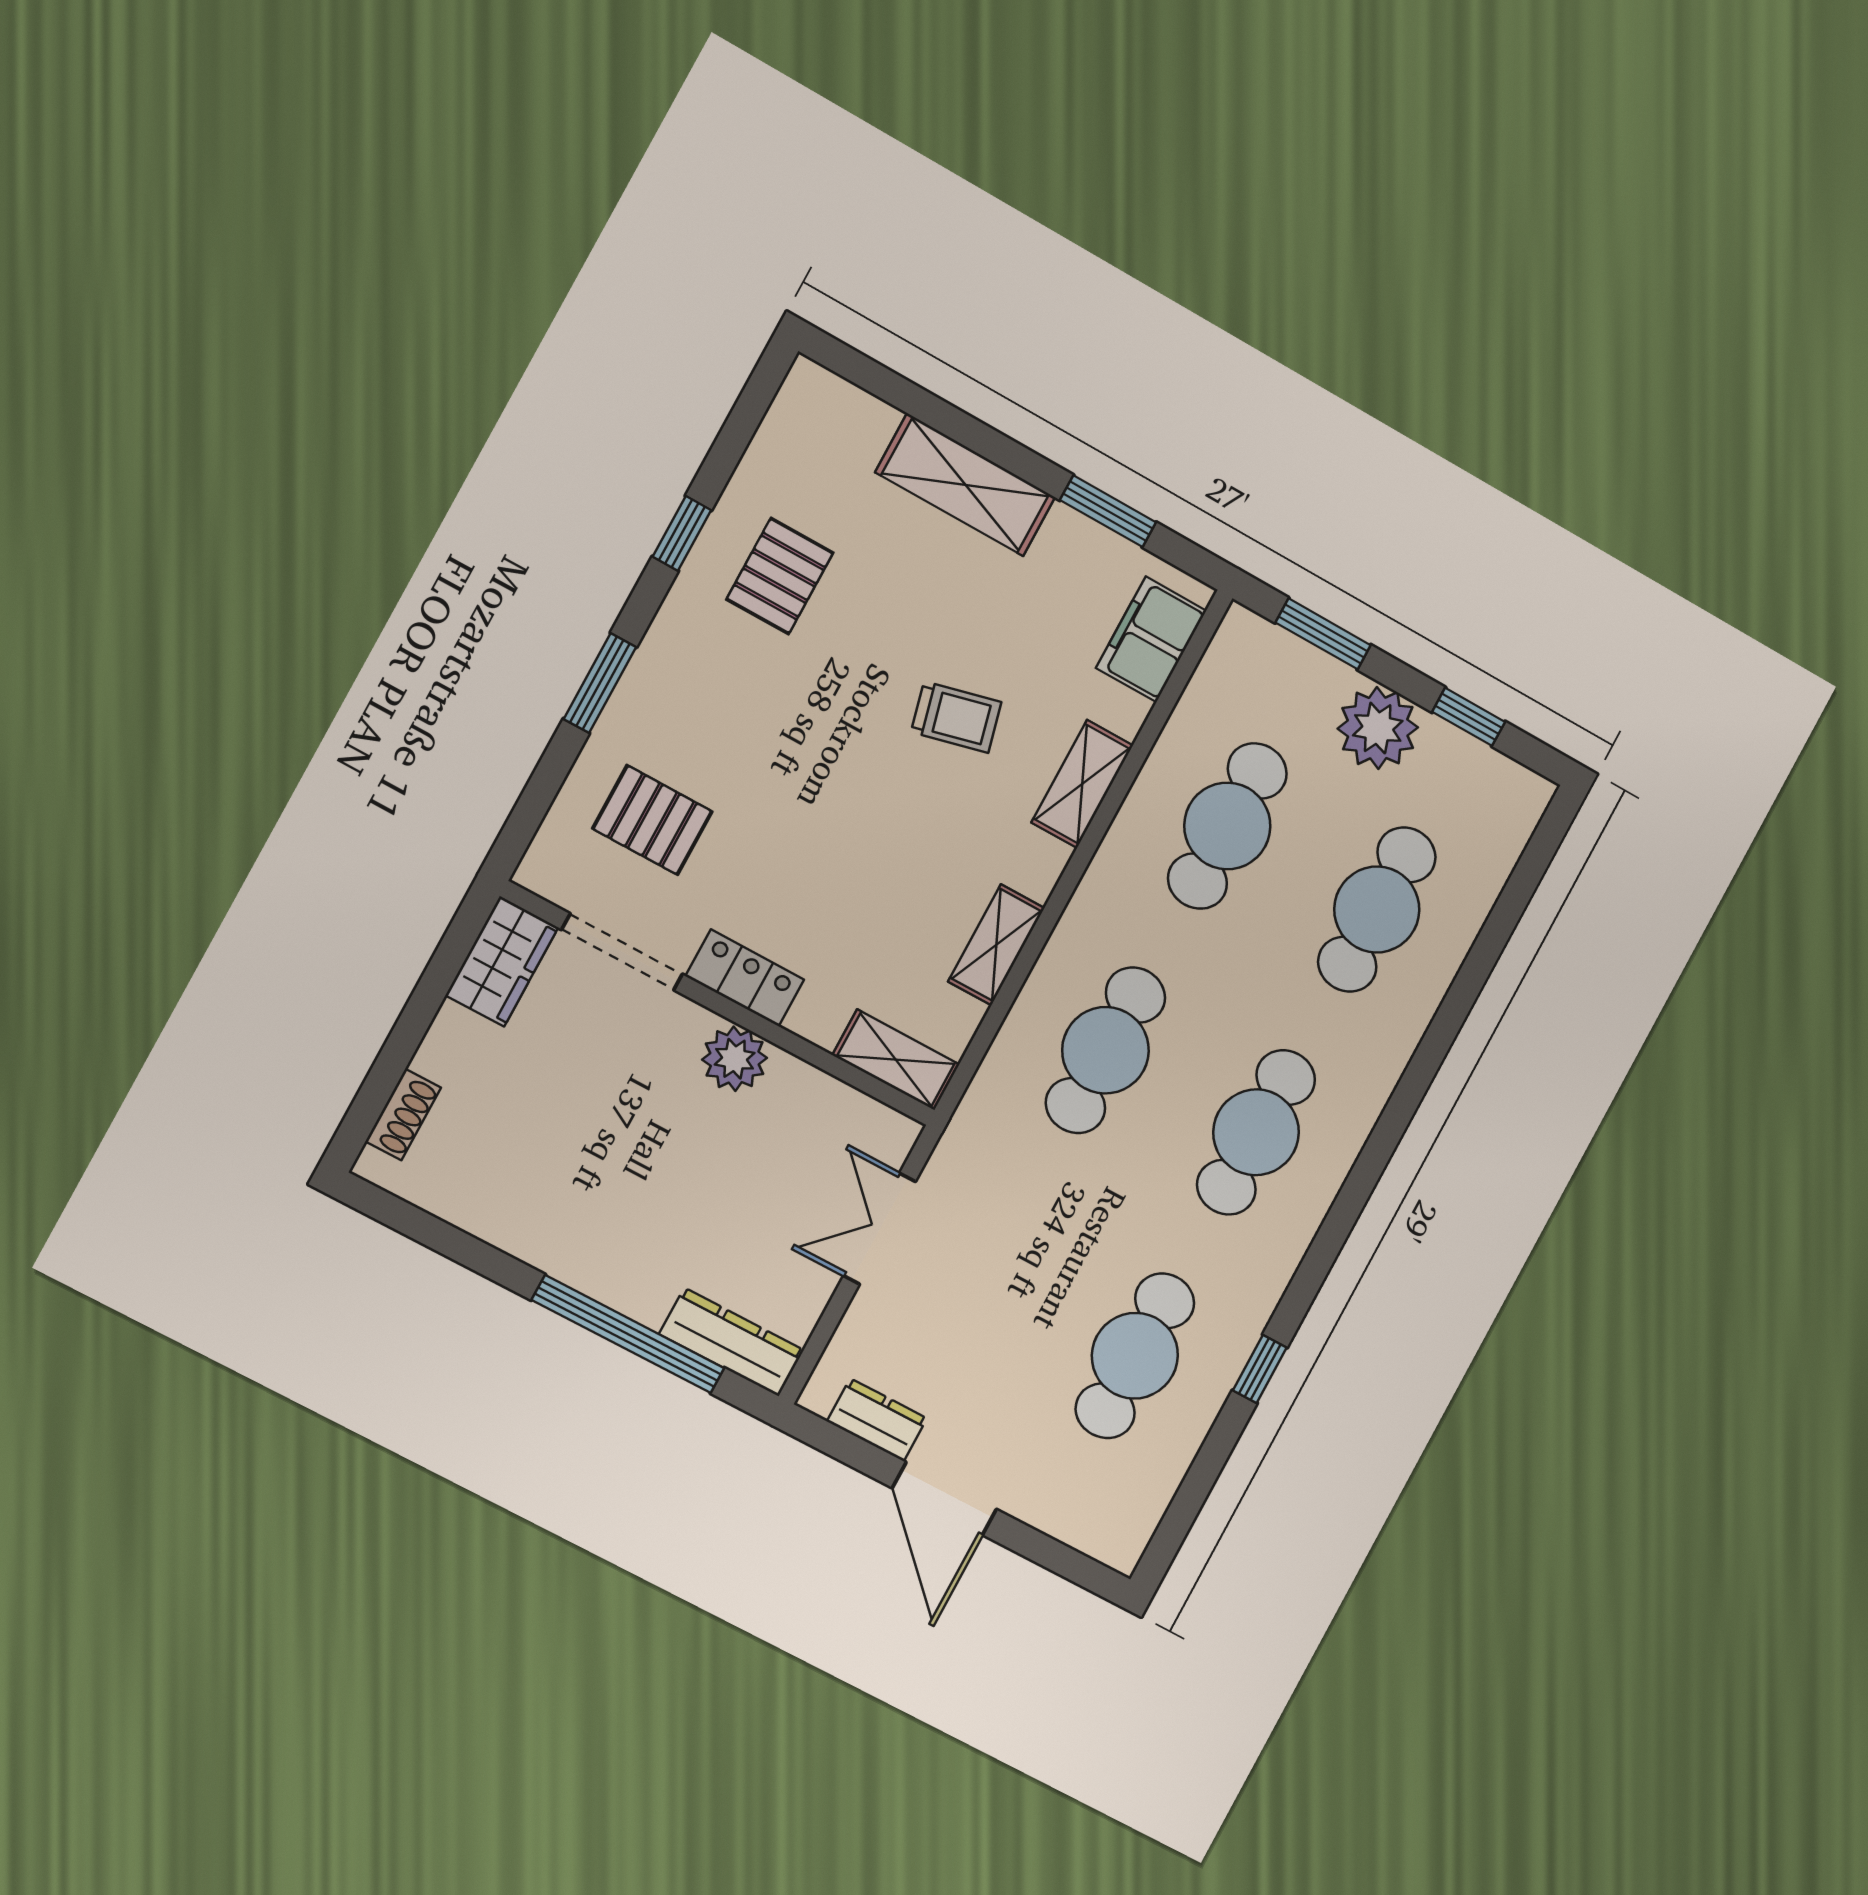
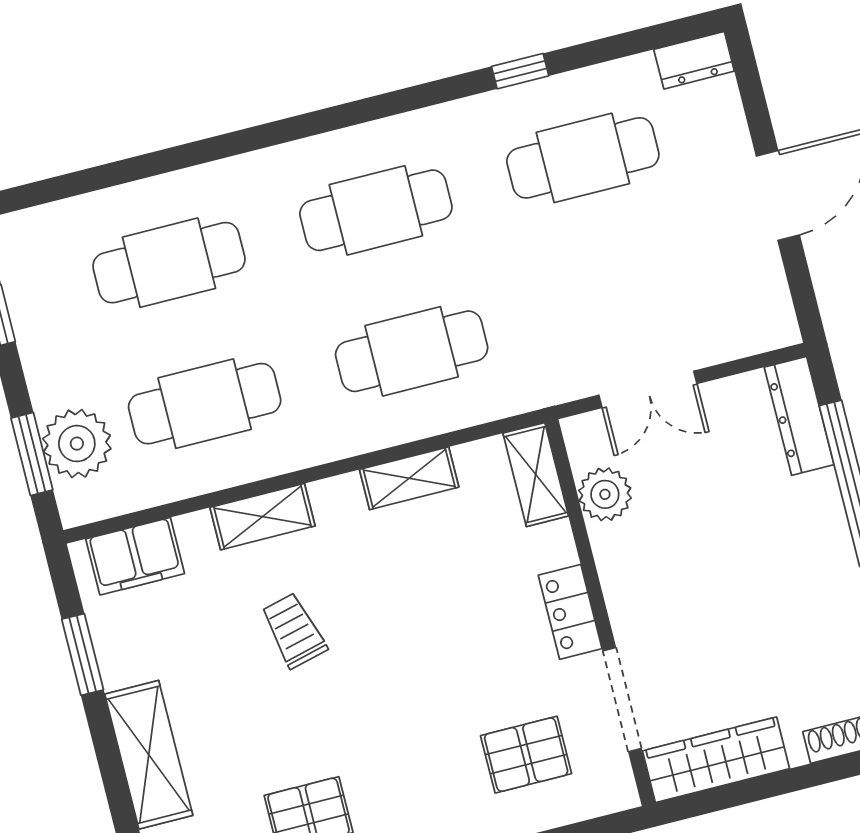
plant: (1378, 728) -> (77, 444), moved
pallet: (652, 820) -> (526, 755), turned 90
wardrobe: (502, 961) -> (716, 760), width x1.50
plant: (735, 1059) -> (605, 494), moved
dresser: (877, 1420) -> (694, 60), moved, turned -90

